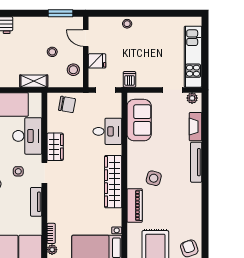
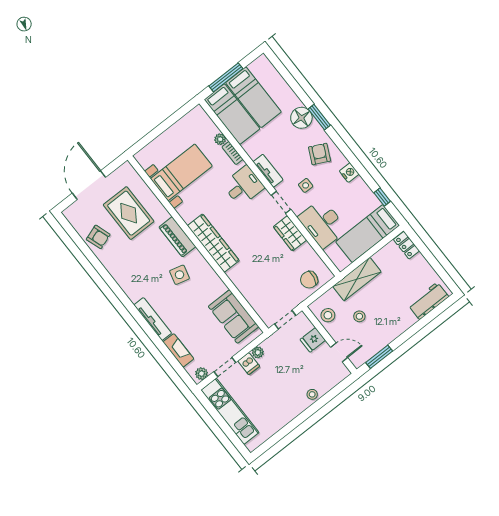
dishwasher: (129, 79) -> (249, 364), moved
shelving: (34, 81) -> (357, 279), width x1.50, depth x1.33
plant: (142, 82) -> (258, 352), added
desk: (107, 131) -> (243, 186), moved, turned 180

